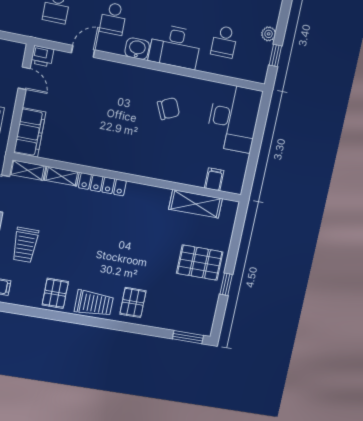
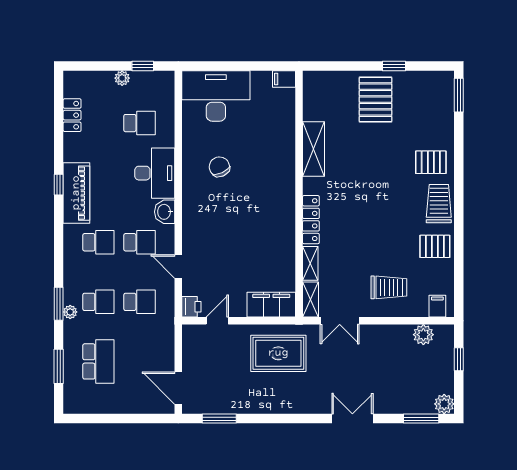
filing cabinet: (214, 179) -> (284, 79), moved
shelving: (196, 204) -> (314, 149), moved

